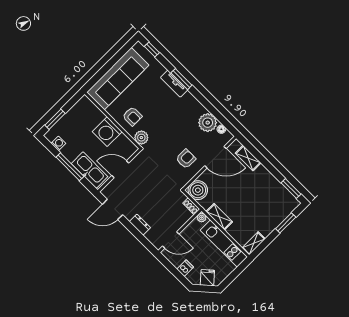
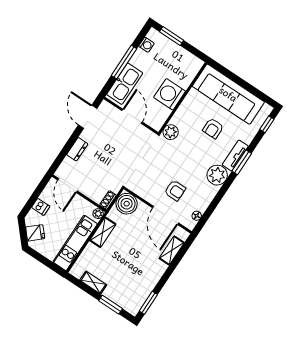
armchair: (132, 116) -> (213, 128), moved
plant: (208, 123) -> (217, 175), moved
armchair: (186, 159) -> (175, 190), moved
shelving: (254, 243) -> (93, 282), moved

